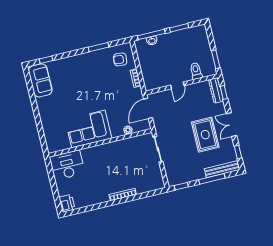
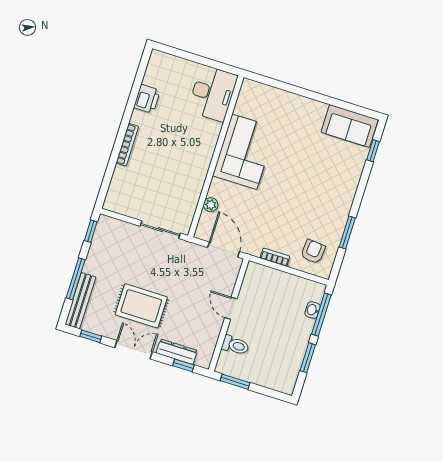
dresser: (216, 90) -> (177, 352), moved
printer: (67, 203) -> (147, 99), moved, turned -90

